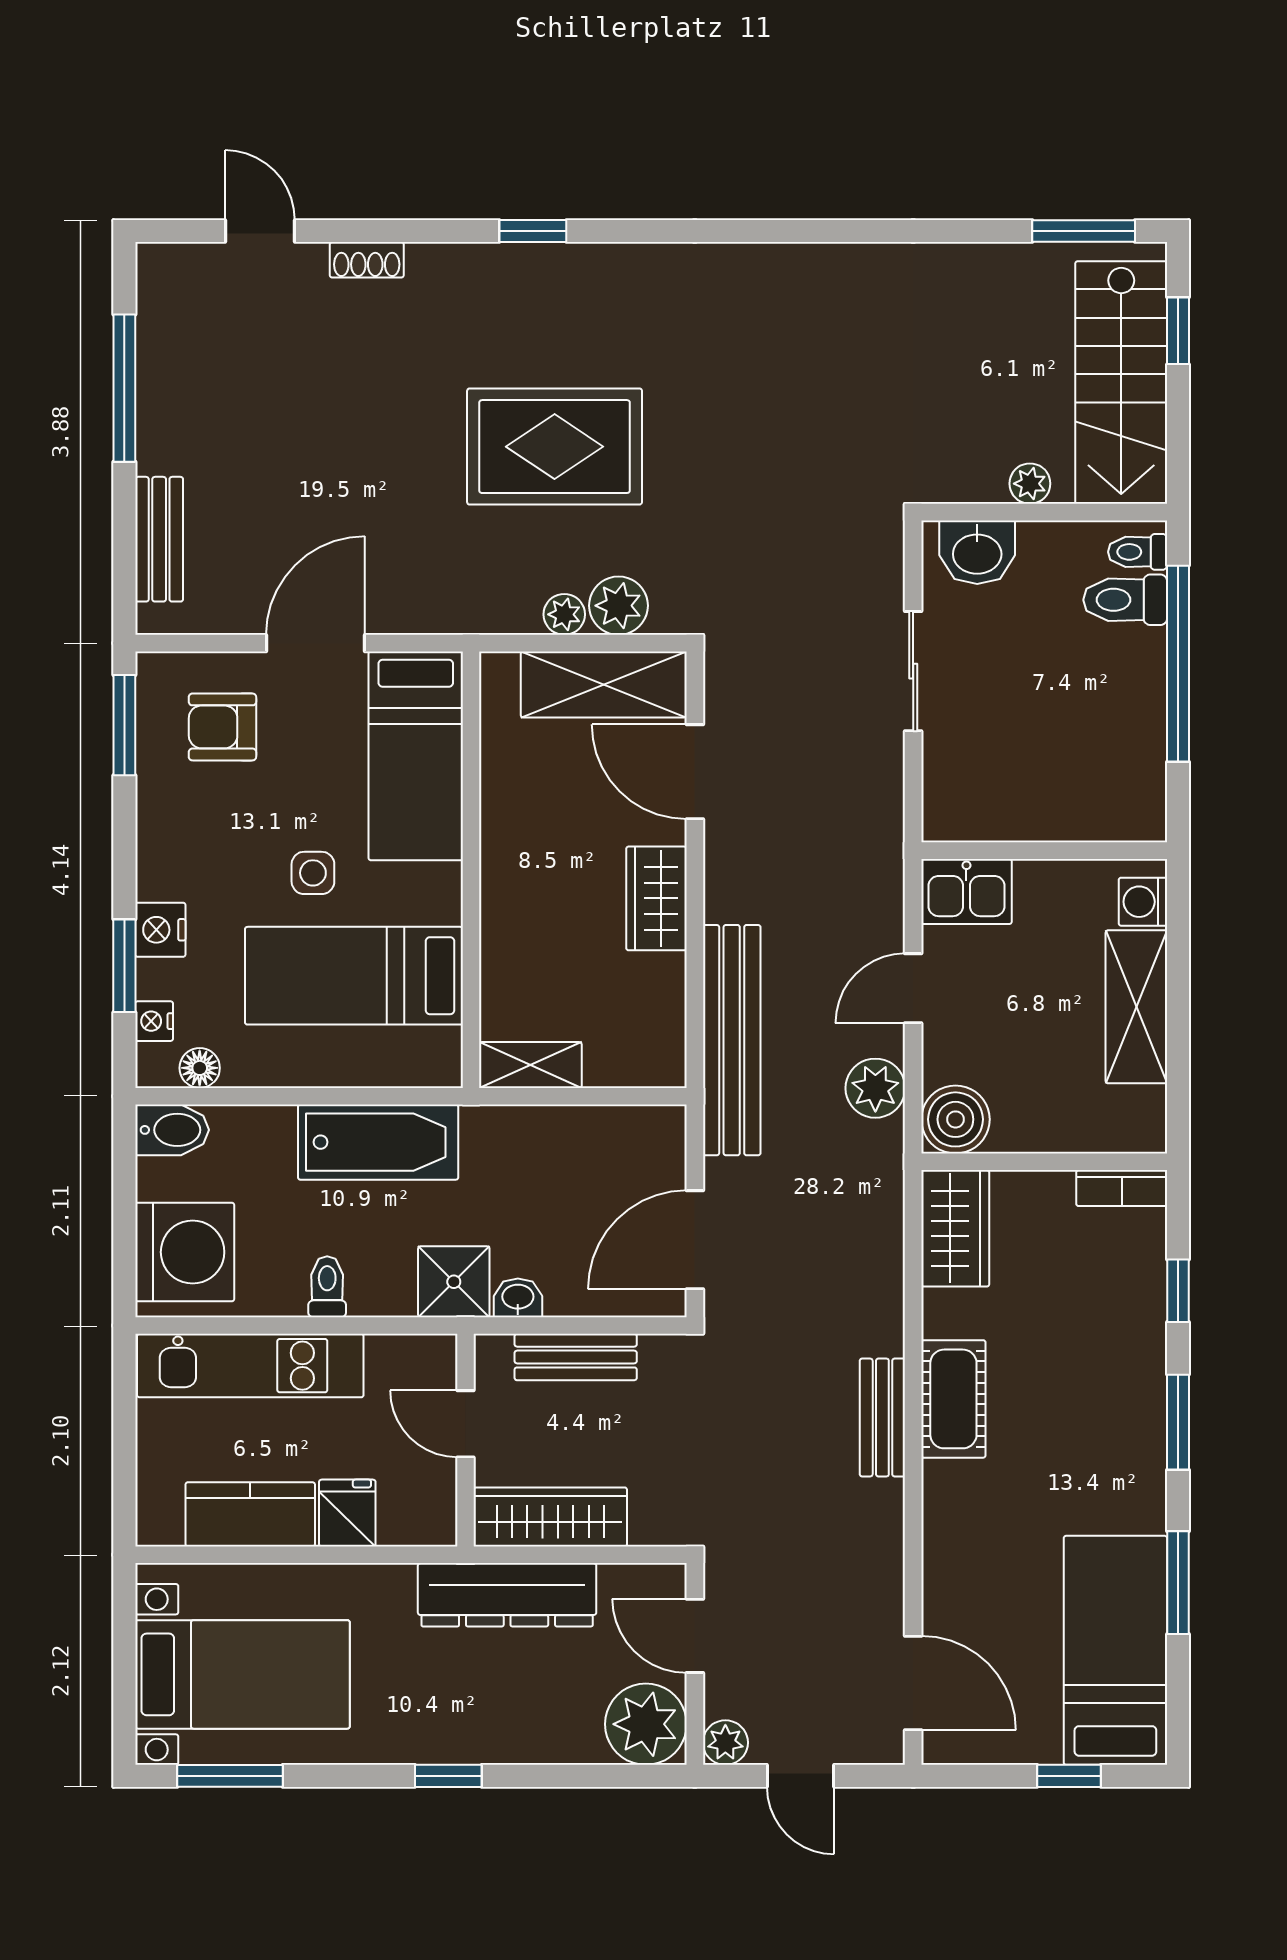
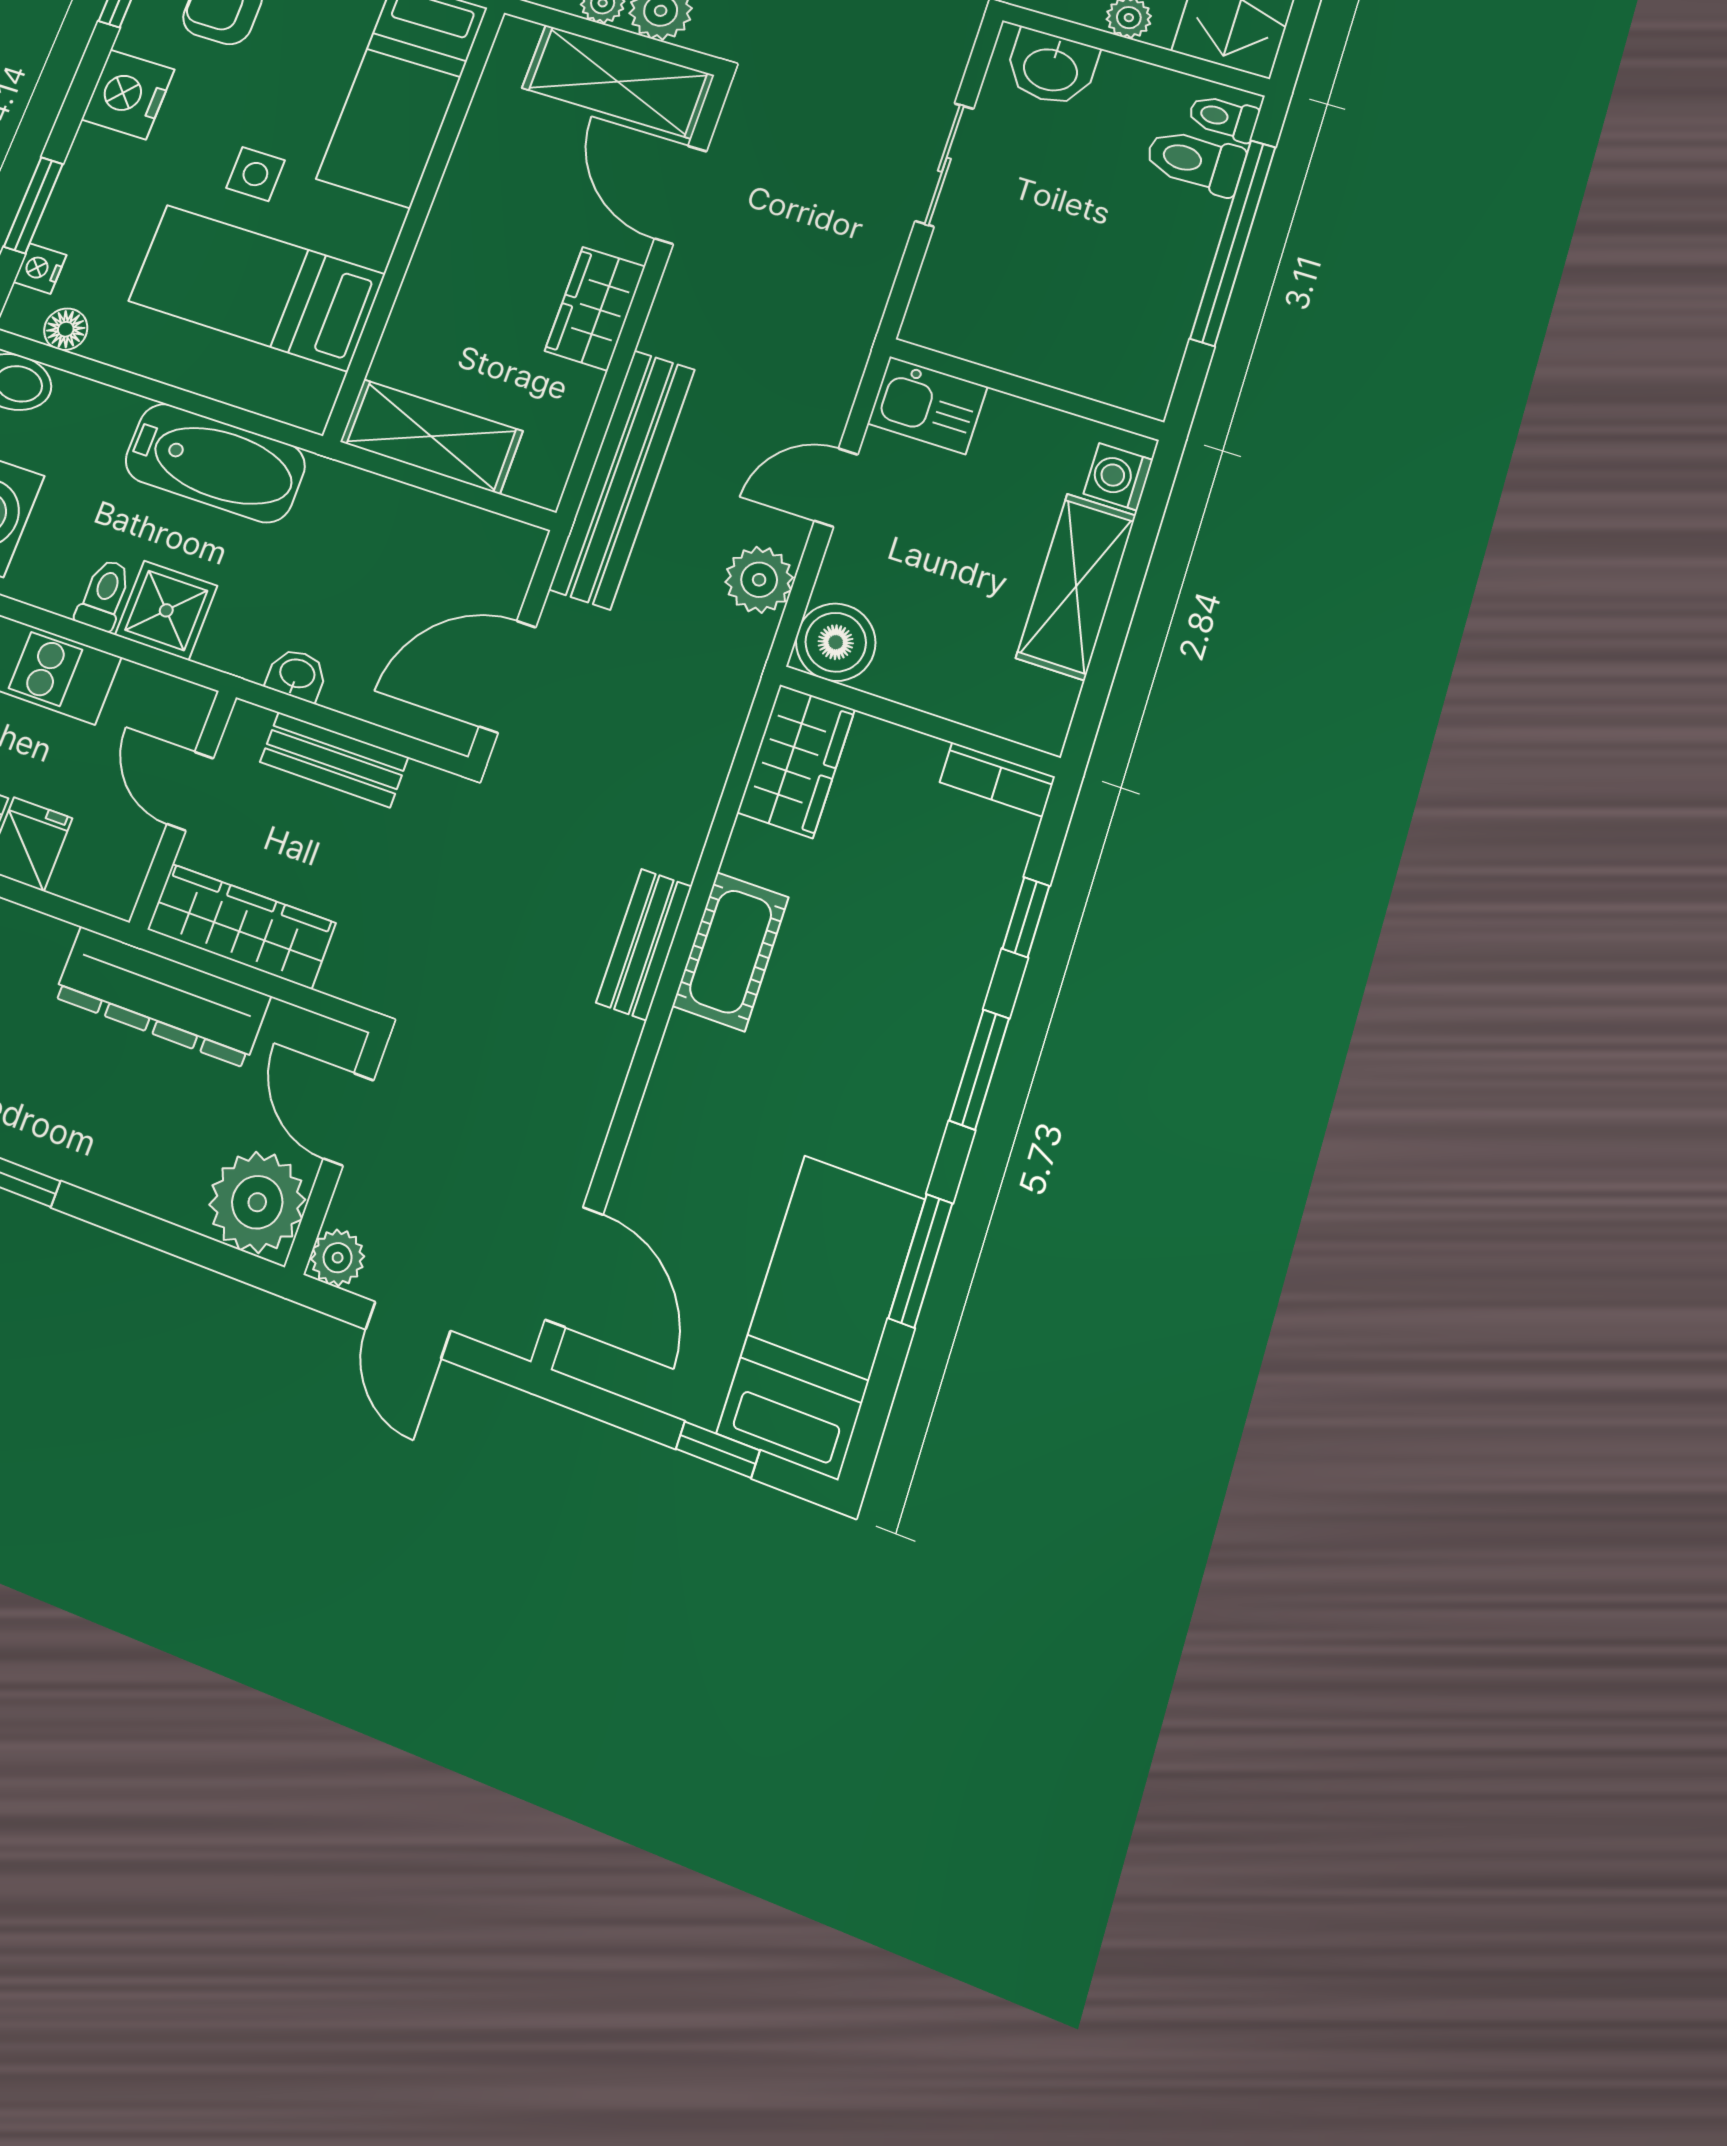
nightstand: (160, 930) -> (128, 94), moved, width x1.36, depth x1.33
shelving: (530, 1065) -> (431, 436), width x1.50, depth x1.33
shower: (454, 1282) -> (166, 610), moved

